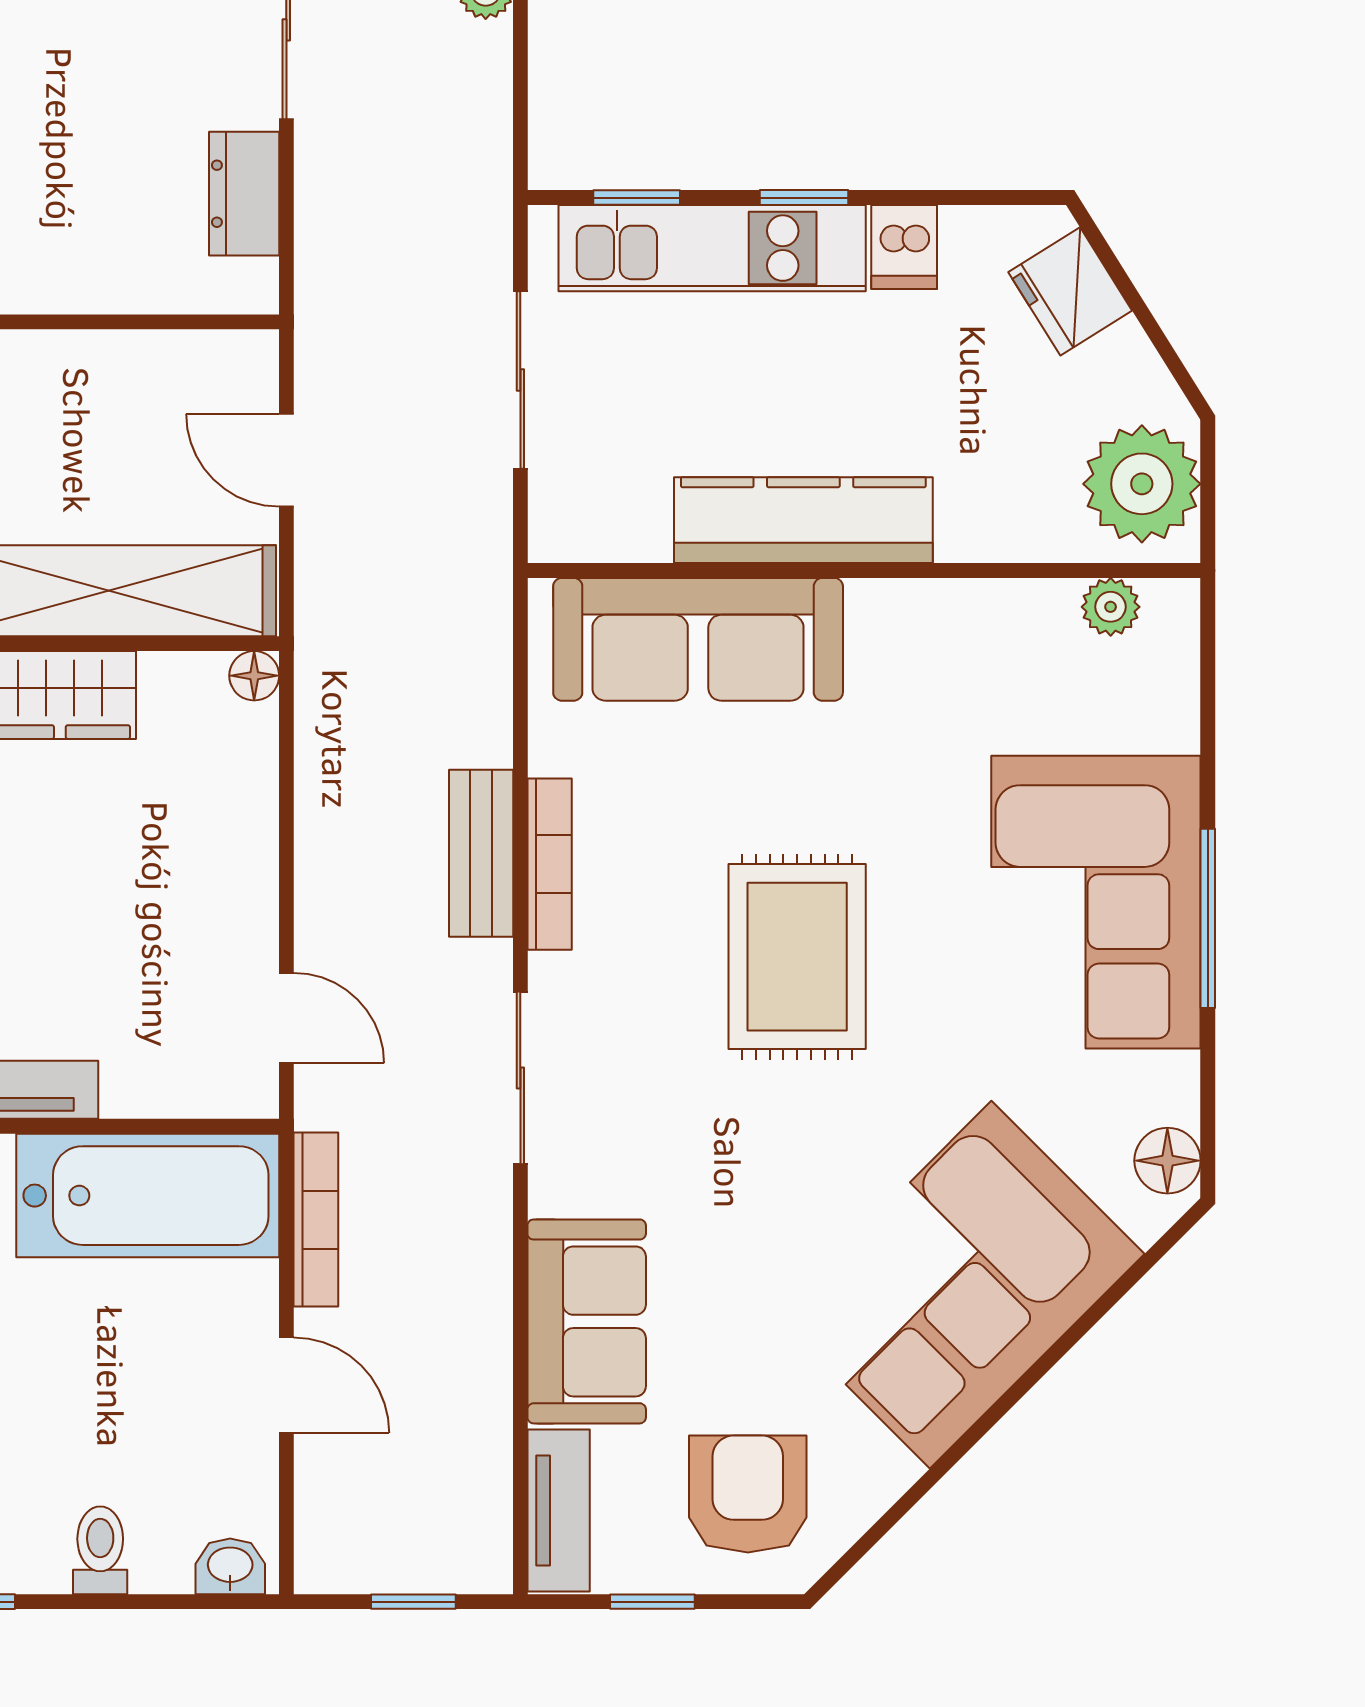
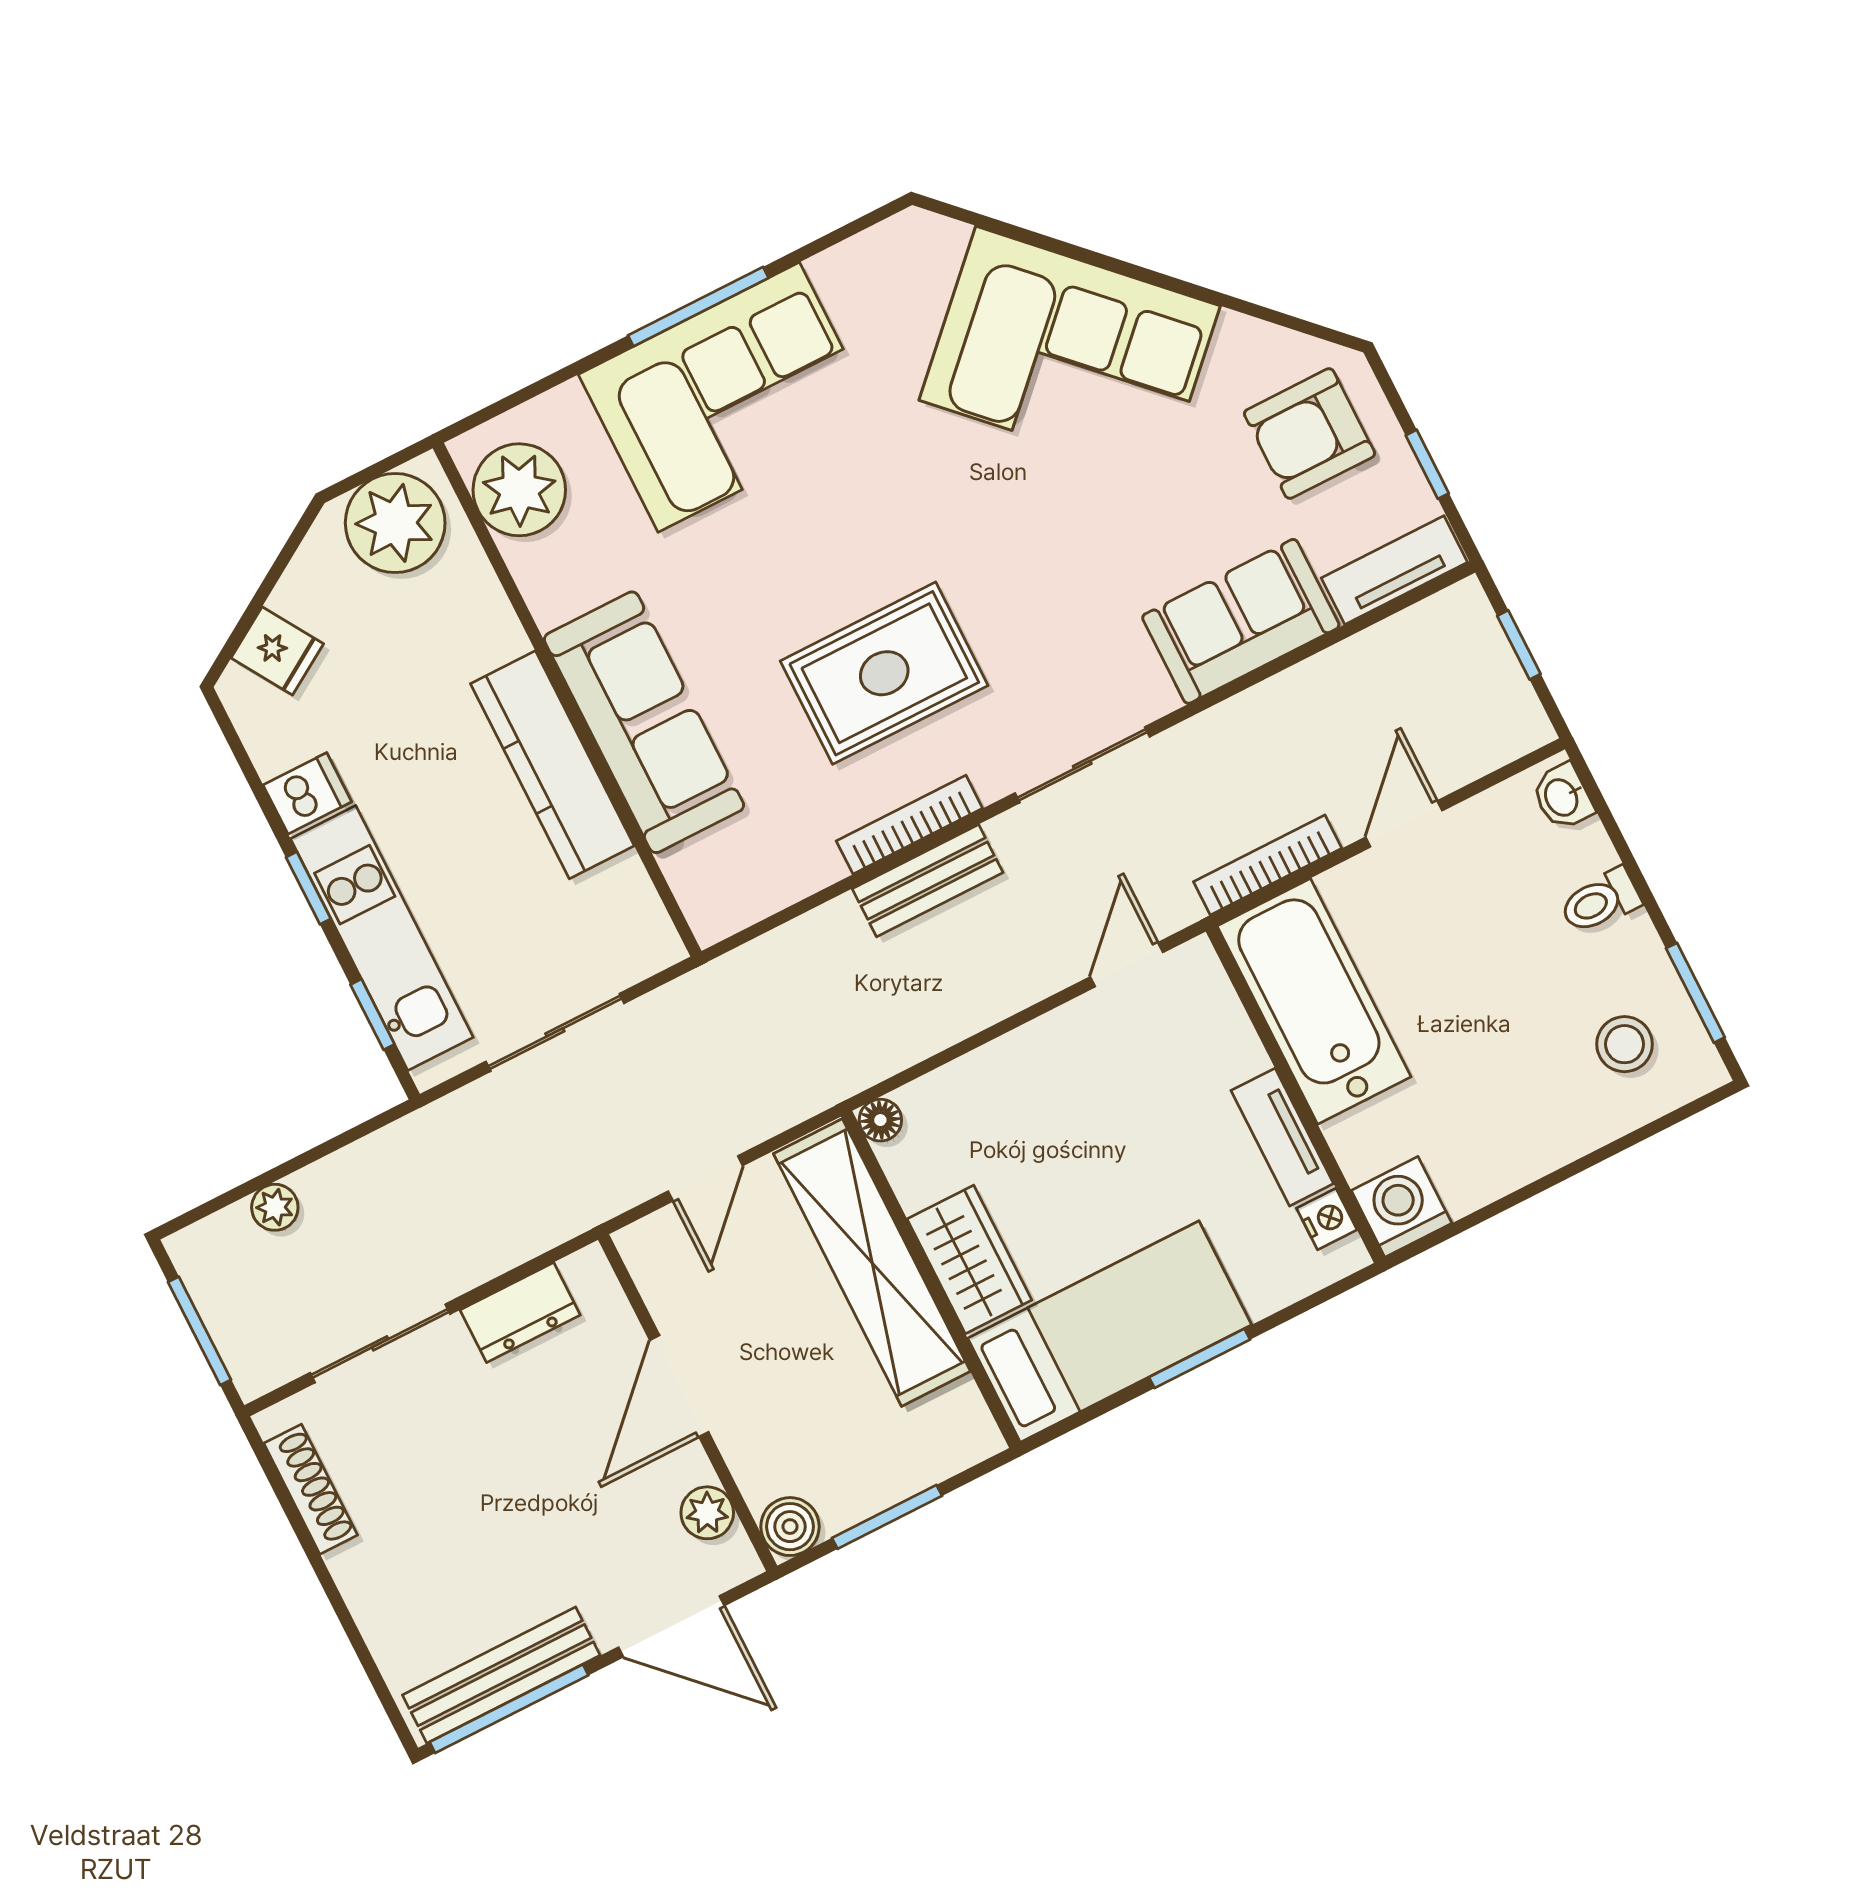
fridge: (1070, 291) -> (277, 651), width x0.72
door: (82, 322) -> (679, 1386), added
plant: (1111, 607) -> (519, 490), width x1.88, depth x1.88
sofa: (698, 639) -> (644, 722), moved
rug: (797, 957) -> (884, 673), moved
floor lamp: (1167, 1161) -> (897, 244), removed

